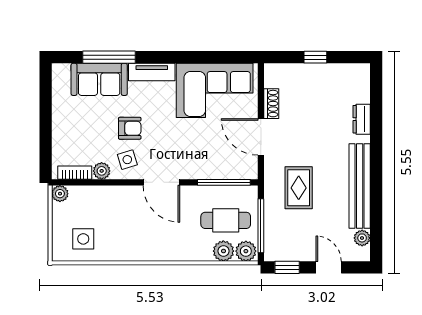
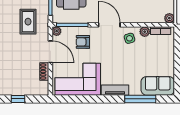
sofa: (99, 79) -> (158, 86), moved
armchair: (130, 128) -> (83, 42), moved
plant: (250, 172) -> (57, 31), added

